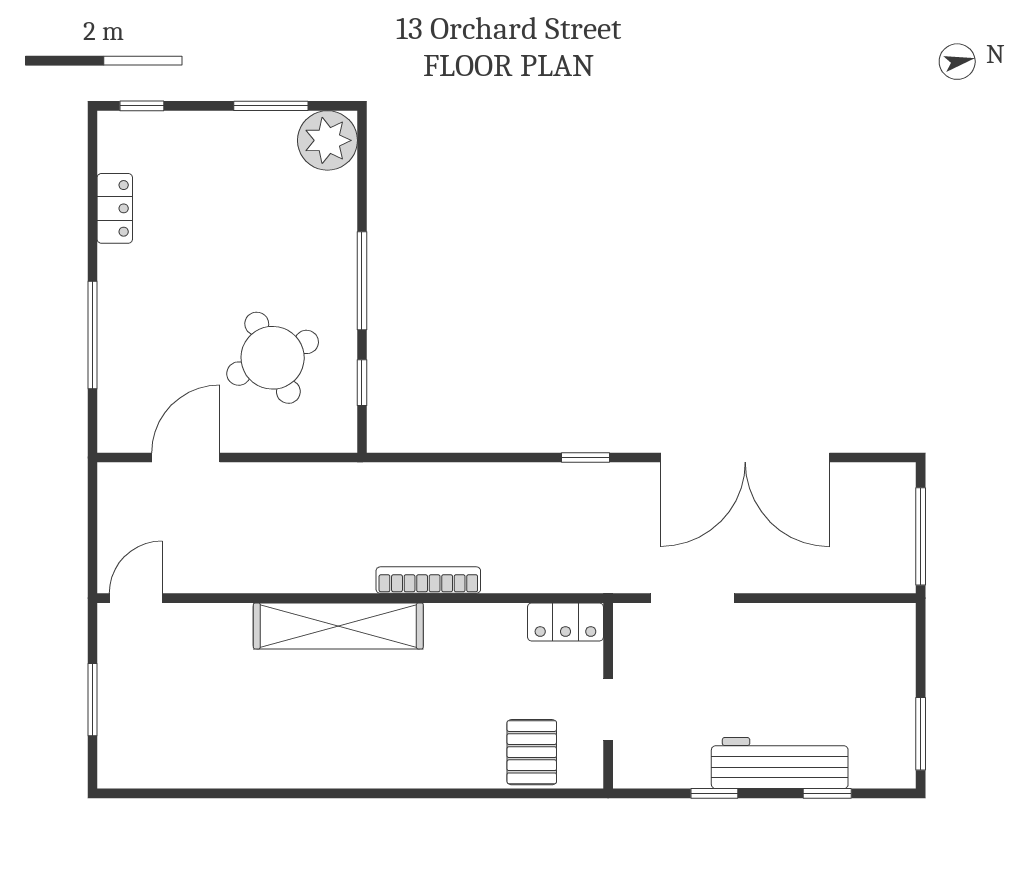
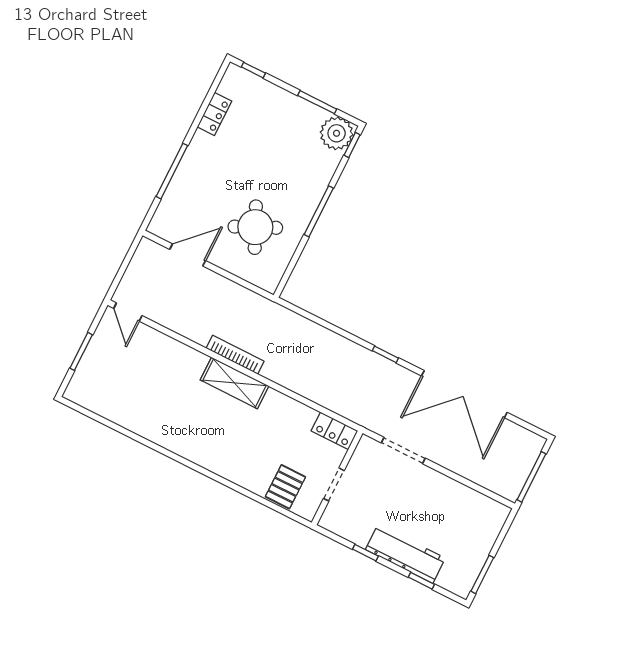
window: (362, 383) -> (352, 145), moved
bookcase: (428, 580) -> (235, 355), moved
door: (136, 598) -> (128, 312), swing flipped
shelving: (338, 626) -> (234, 383), width x0.68

